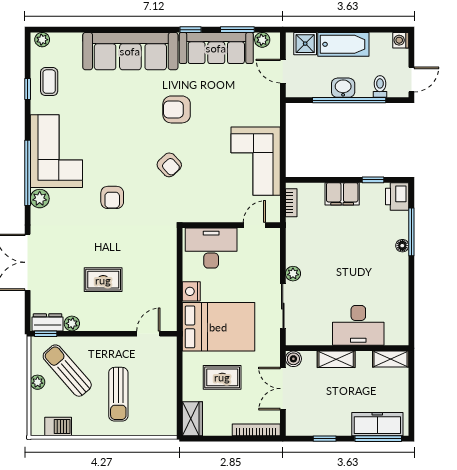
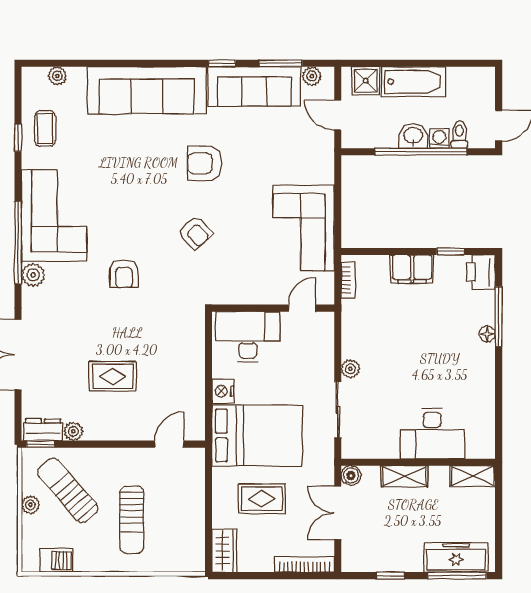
plant: (42, 40) -> (57, 76), moved
washing machine: (401, 40) -> (439, 138), moved, turned 90

